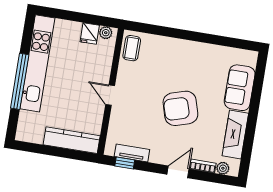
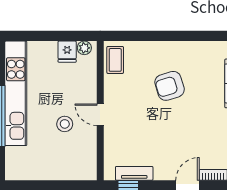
stool: (77, 98) -> (65, 124), added
armchair: (180, 108) -> (170, 86), moved, width x0.73, depth x0.73
kitchen counter: (72, 140) -> (67, 170), removed

